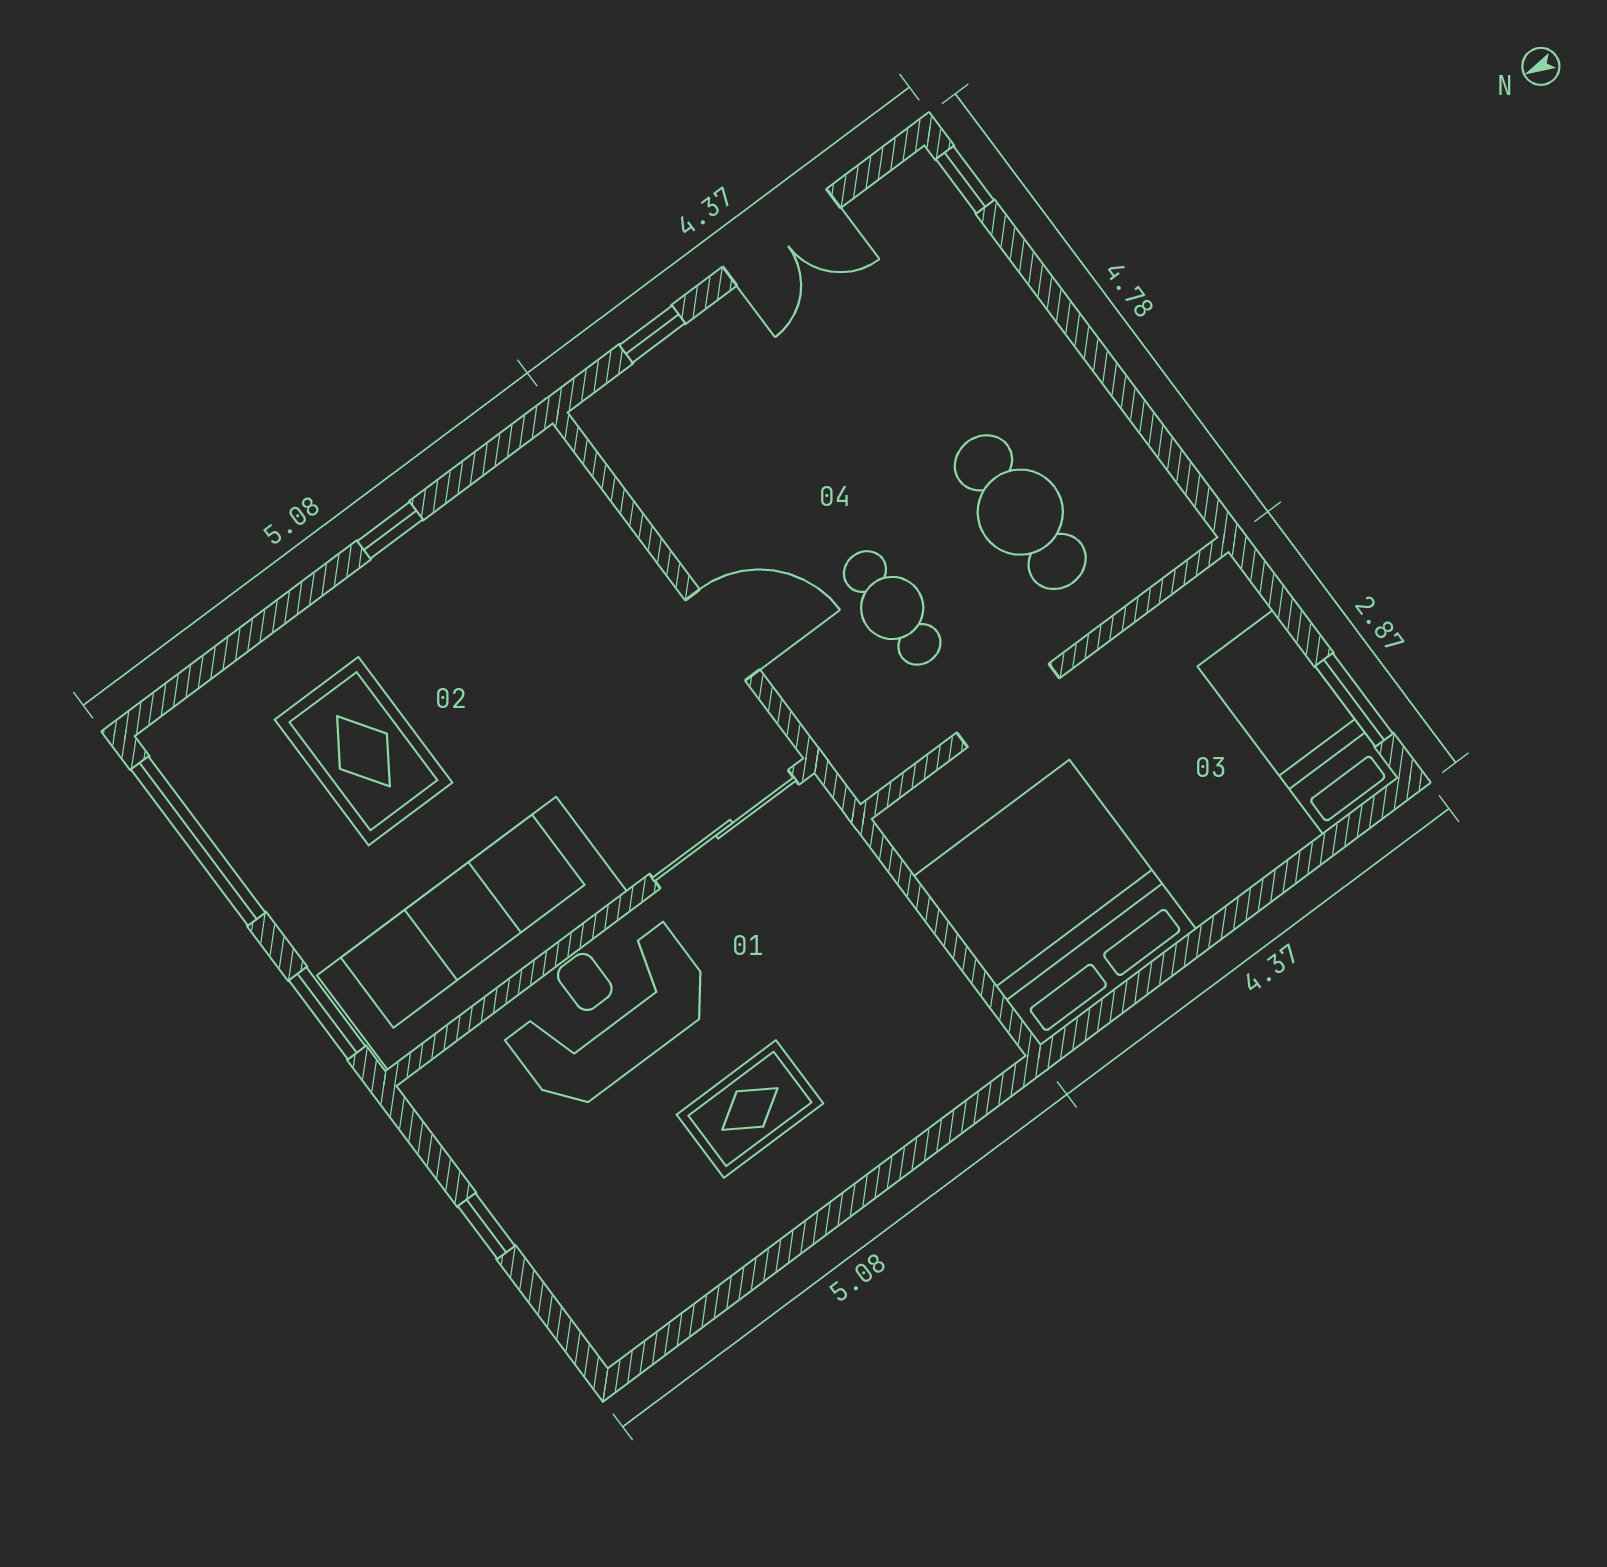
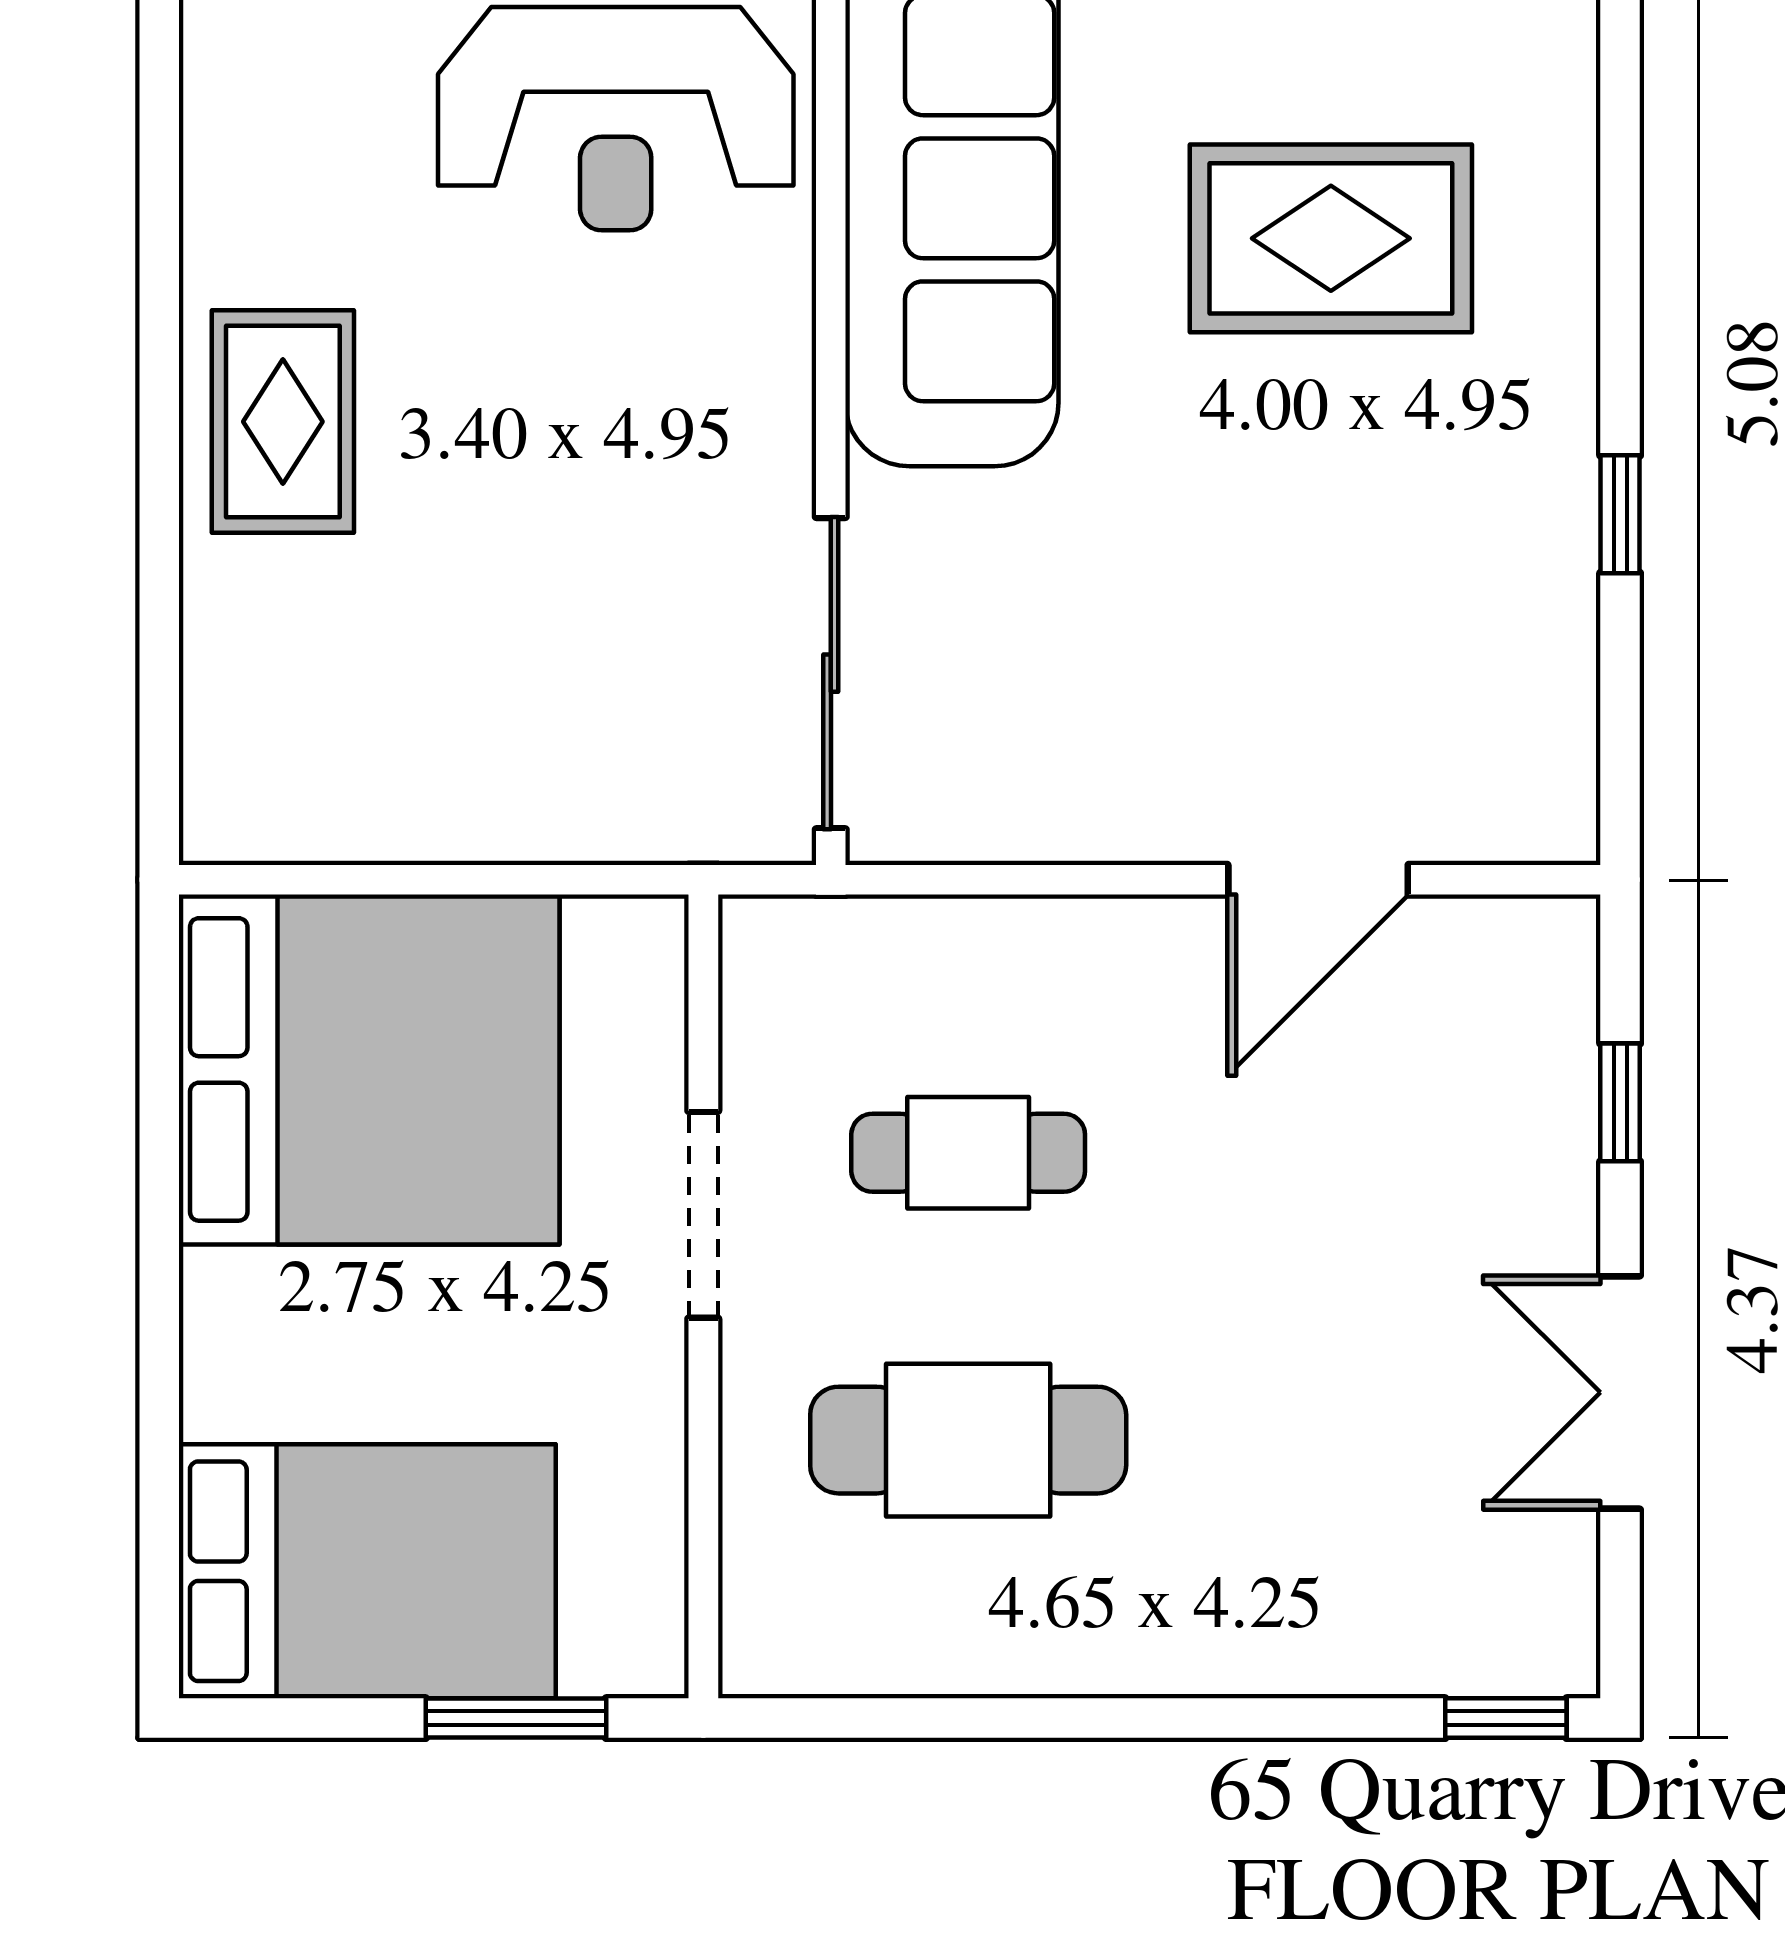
door: (722, 635) -> (1318, 880), moved
window: (1354, 700) -> (516, 1718), moved
bed: (1298, 722) -> (367, 1571), width x1.50
reception desk: (606, 1011) -> (616, 119), moved, turned 90
rug: (750, 1109) -> (283, 422), moved

